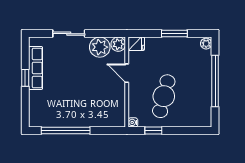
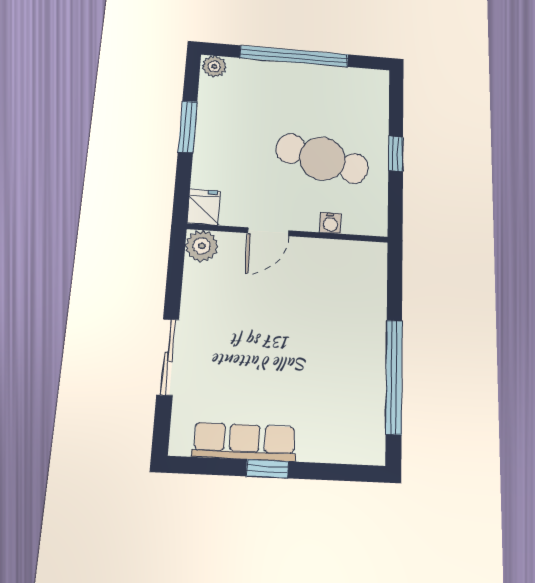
plant: (100, 47) -> (205, 287), removed
water cooler: (133, 122) -> (330, 223), moved
window: (153, 131) -> (396, 154), moved

